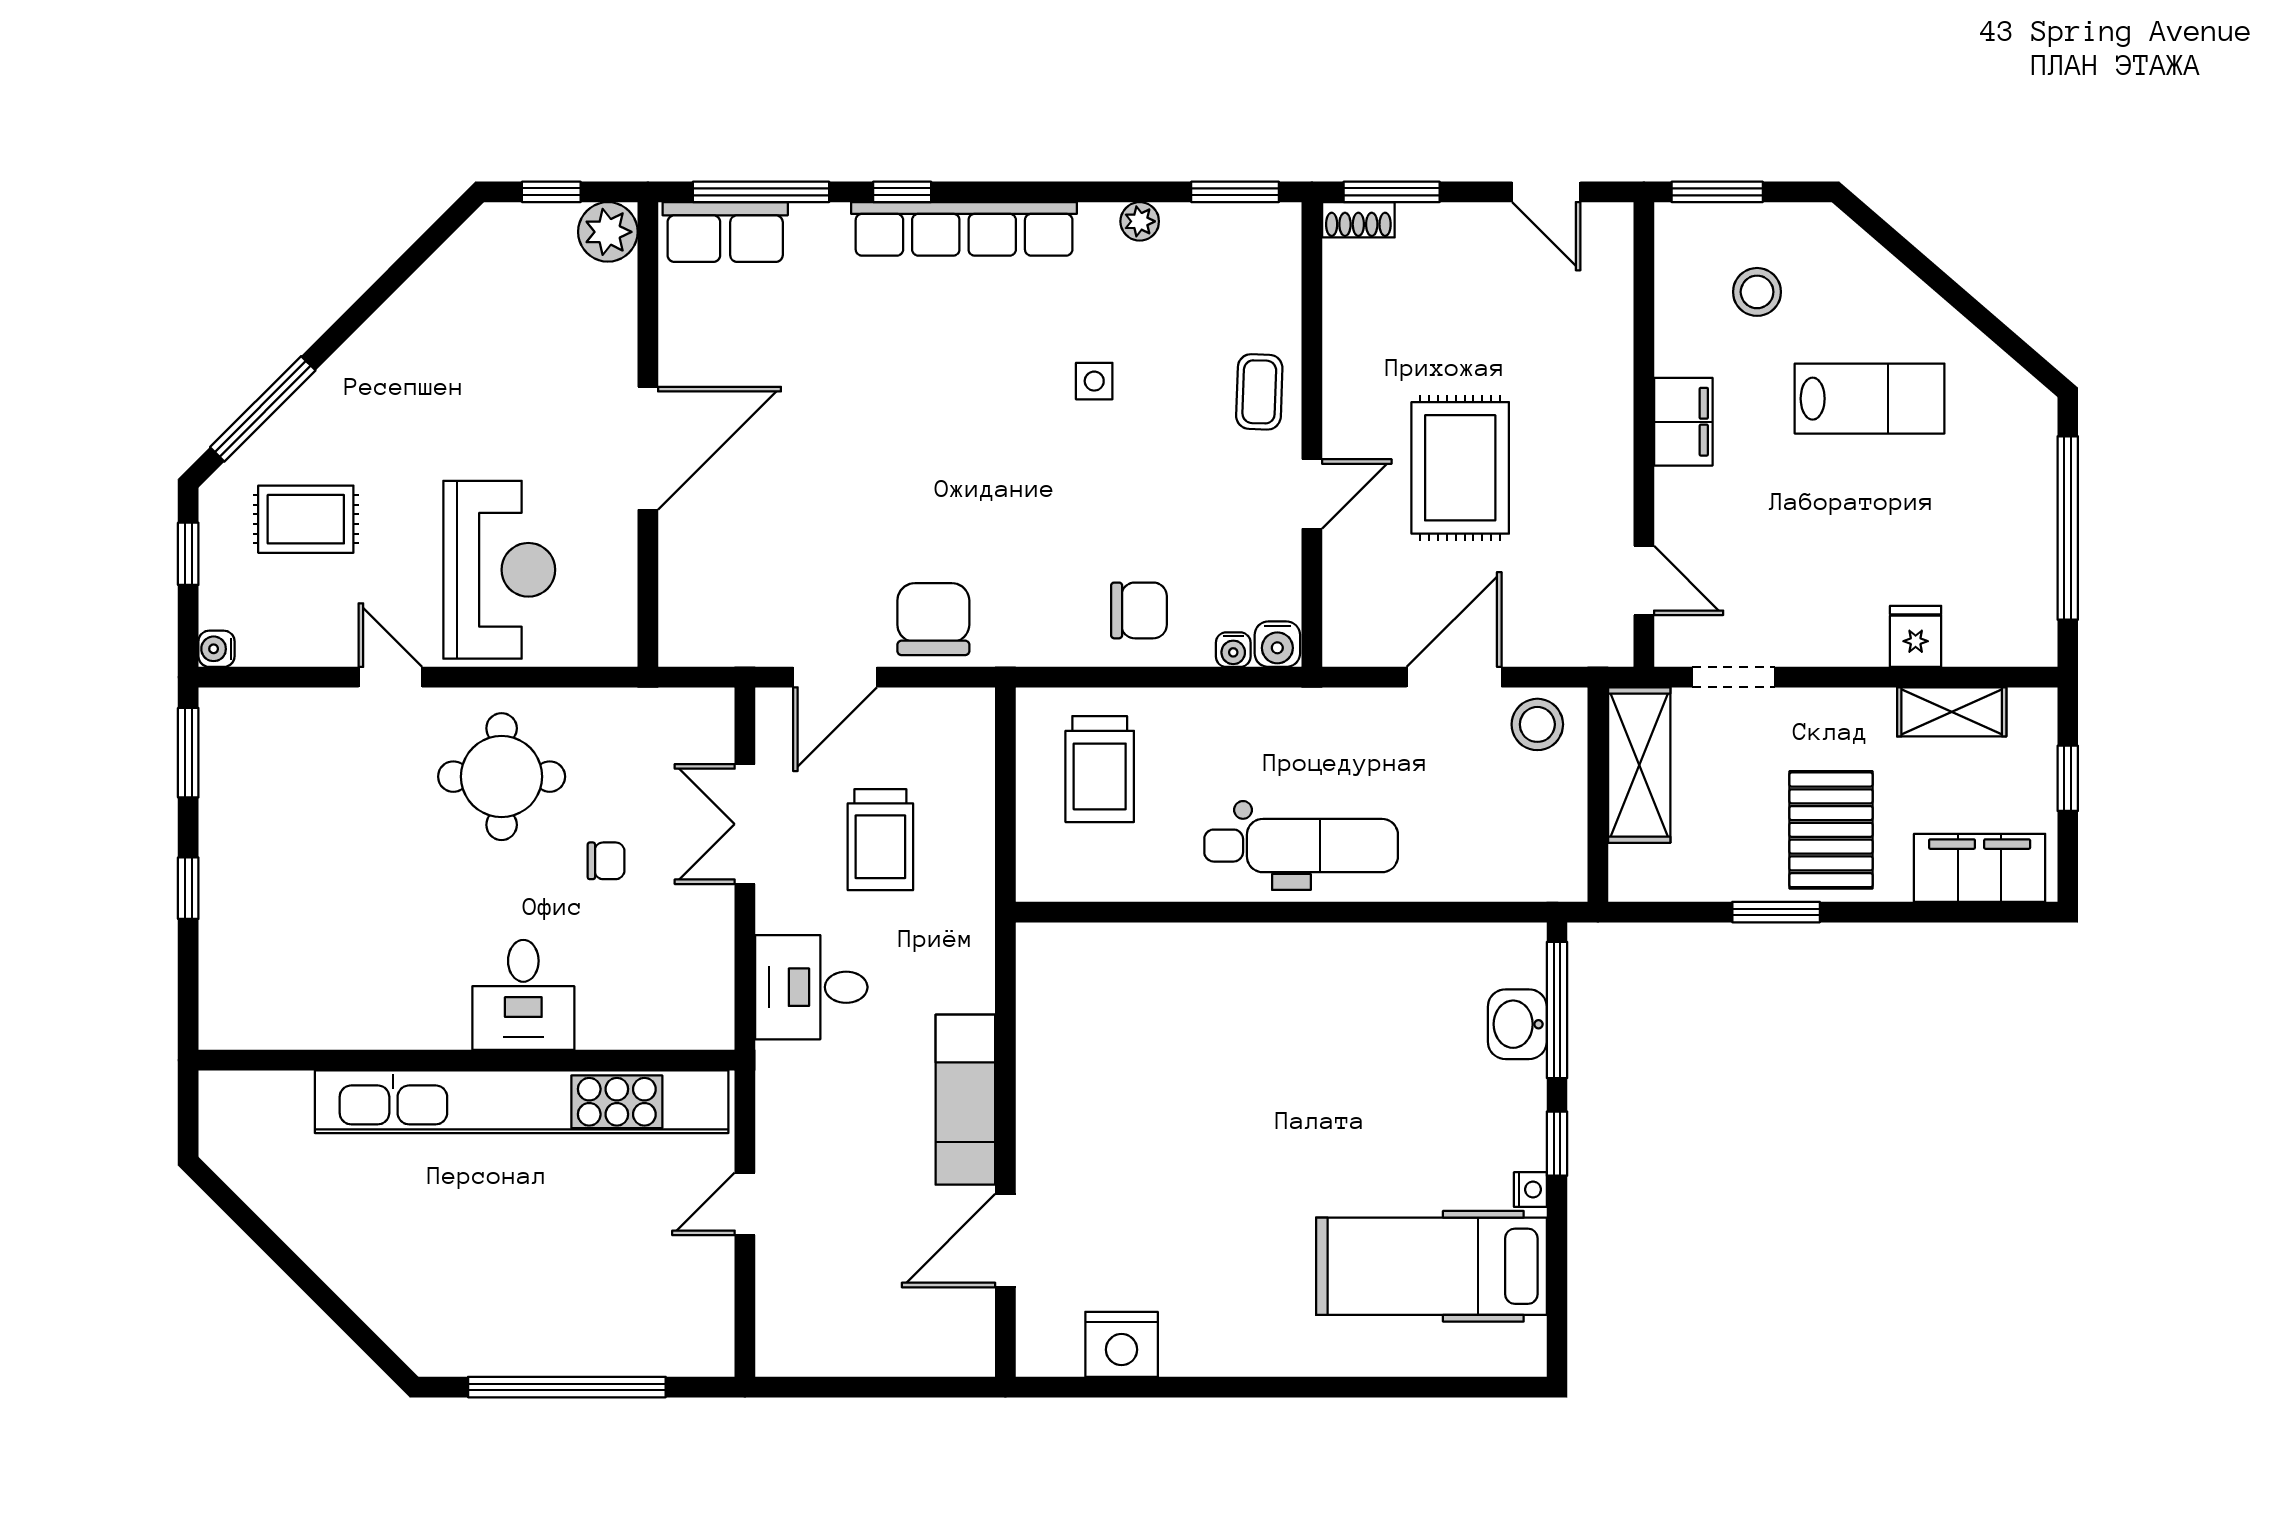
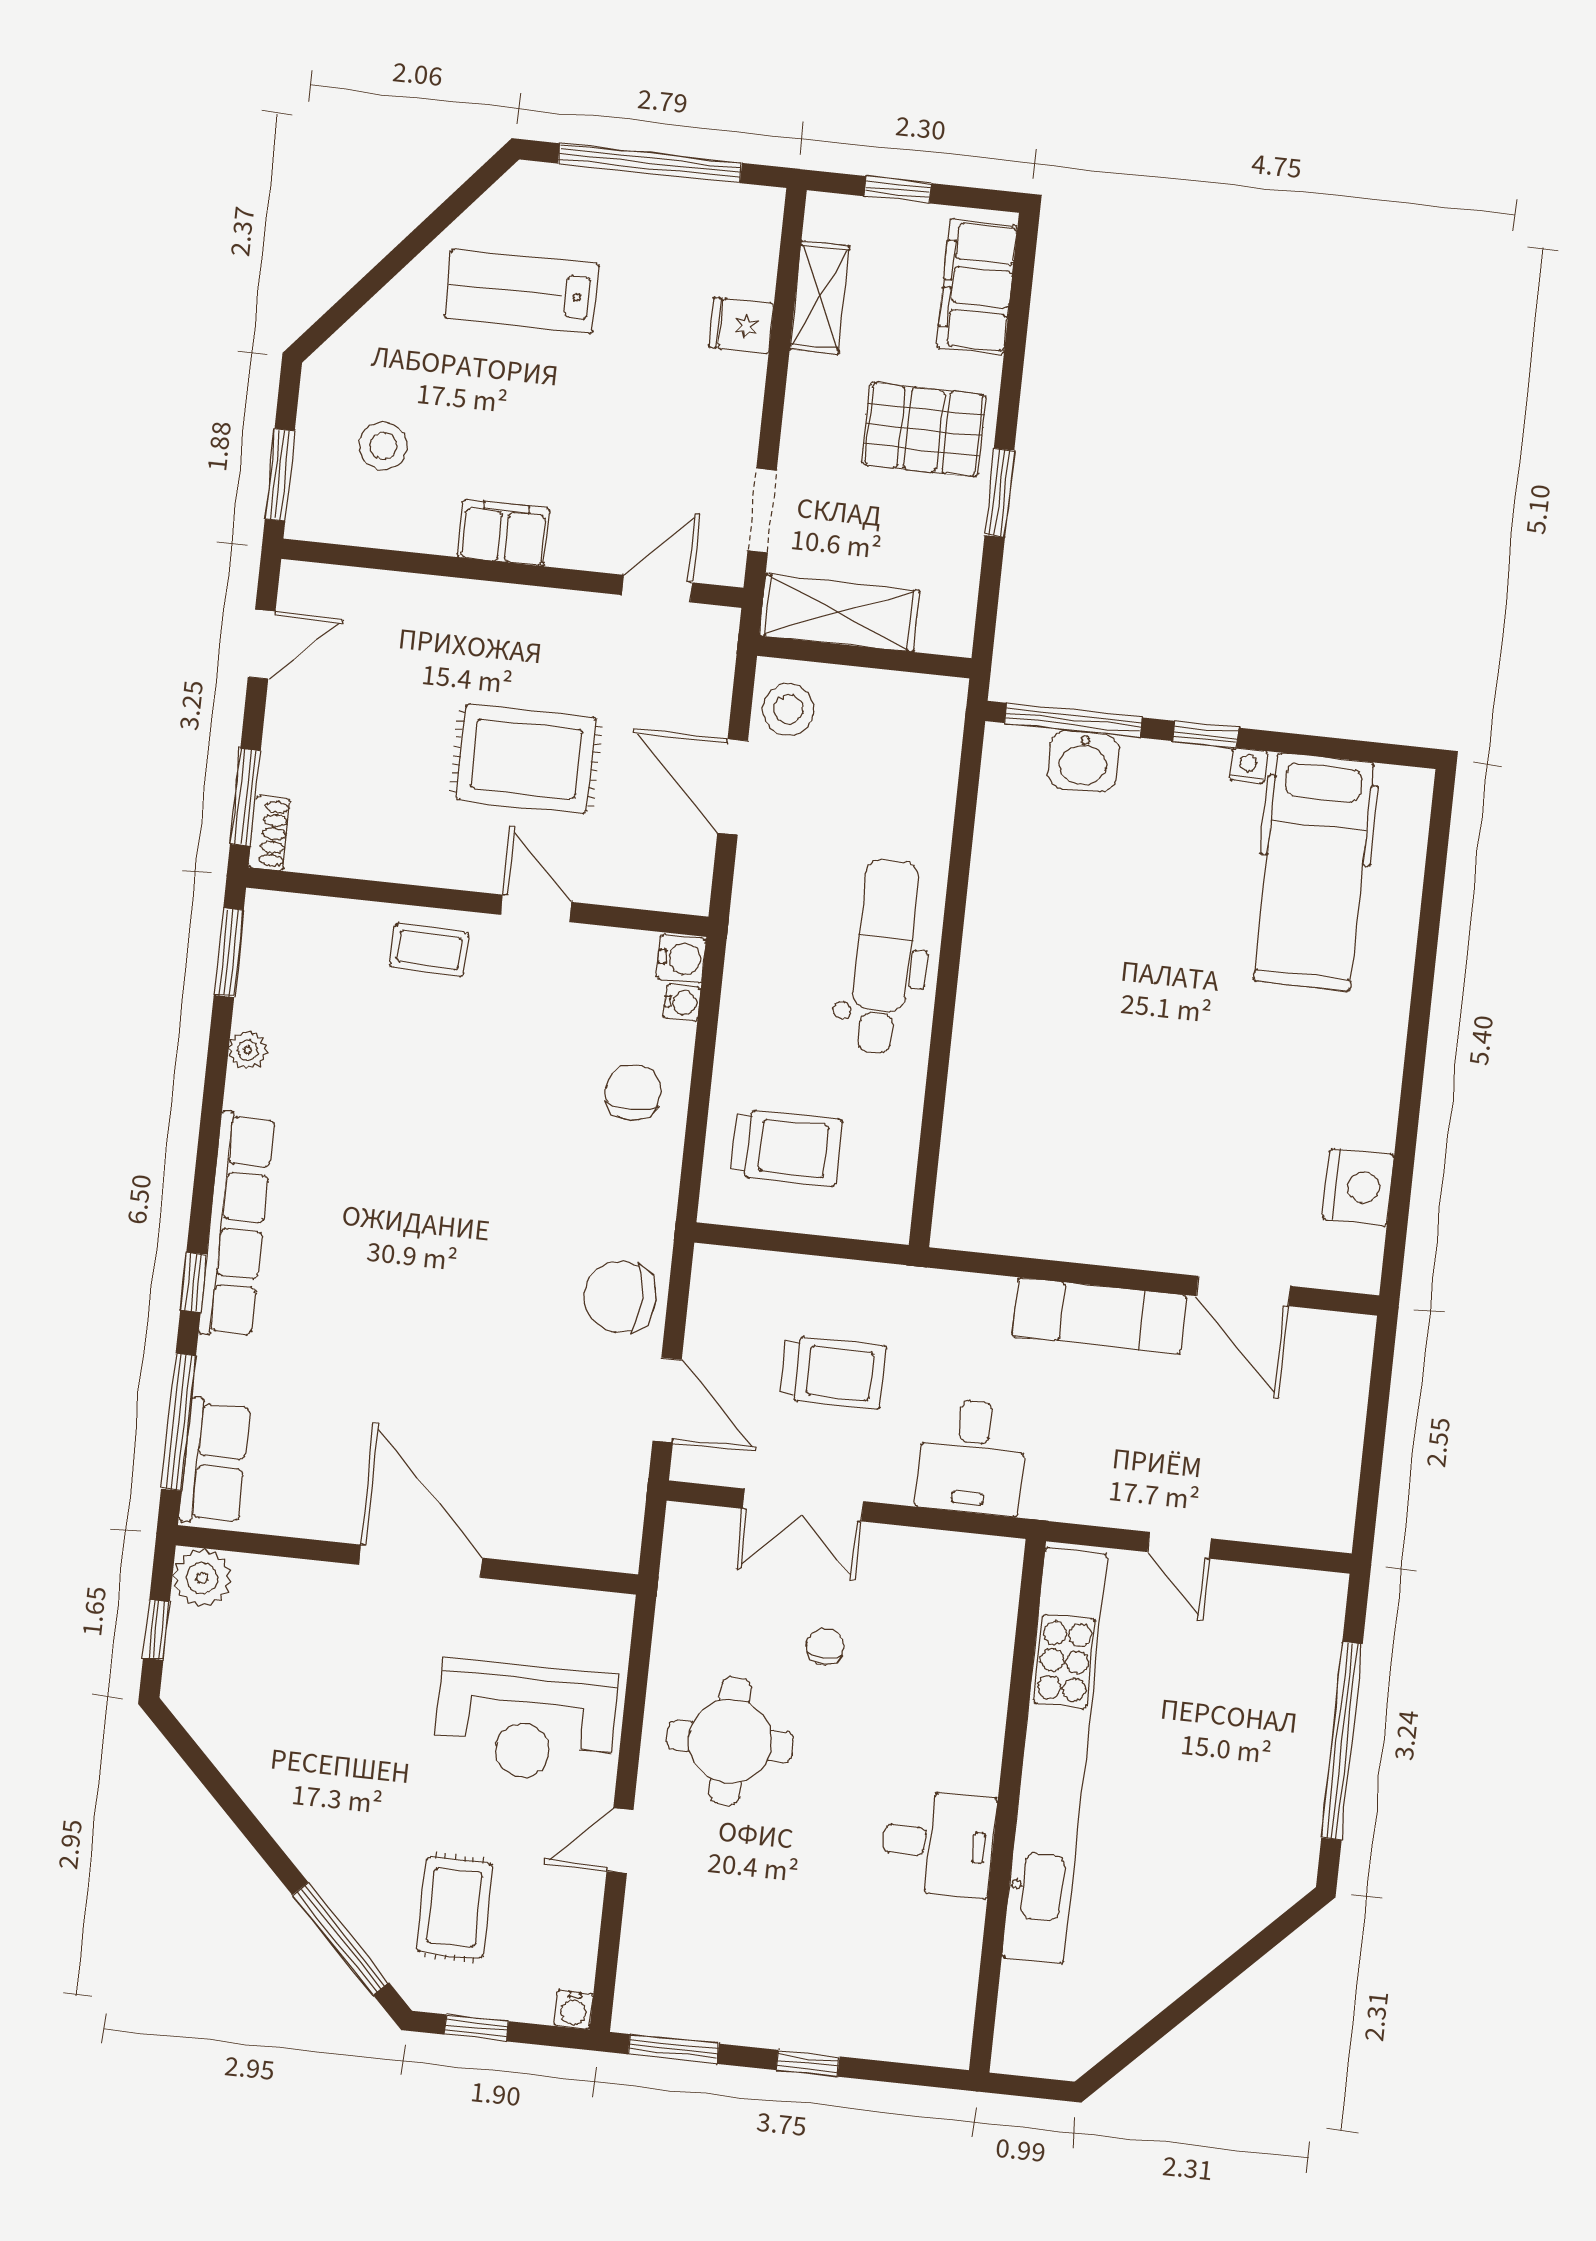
side table: (1094, 381) -> (401, 1112), removed
lab bench: (1870, 399) -> (522, 291), moved, turned -90
reception desk: (499, 570) -> (525, 1721), turned 180
desk: (523, 995) -> (938, 1844), moved

